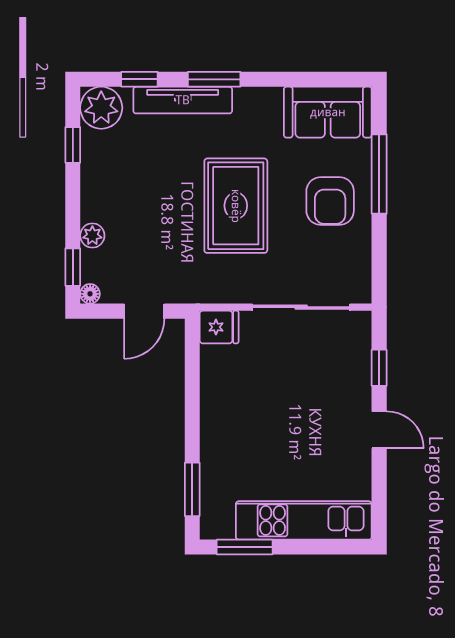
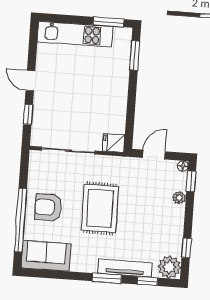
window: (379, 174) -> (20, 220), width x1.46
armchair: (330, 201) -> (48, 207), turned -90

